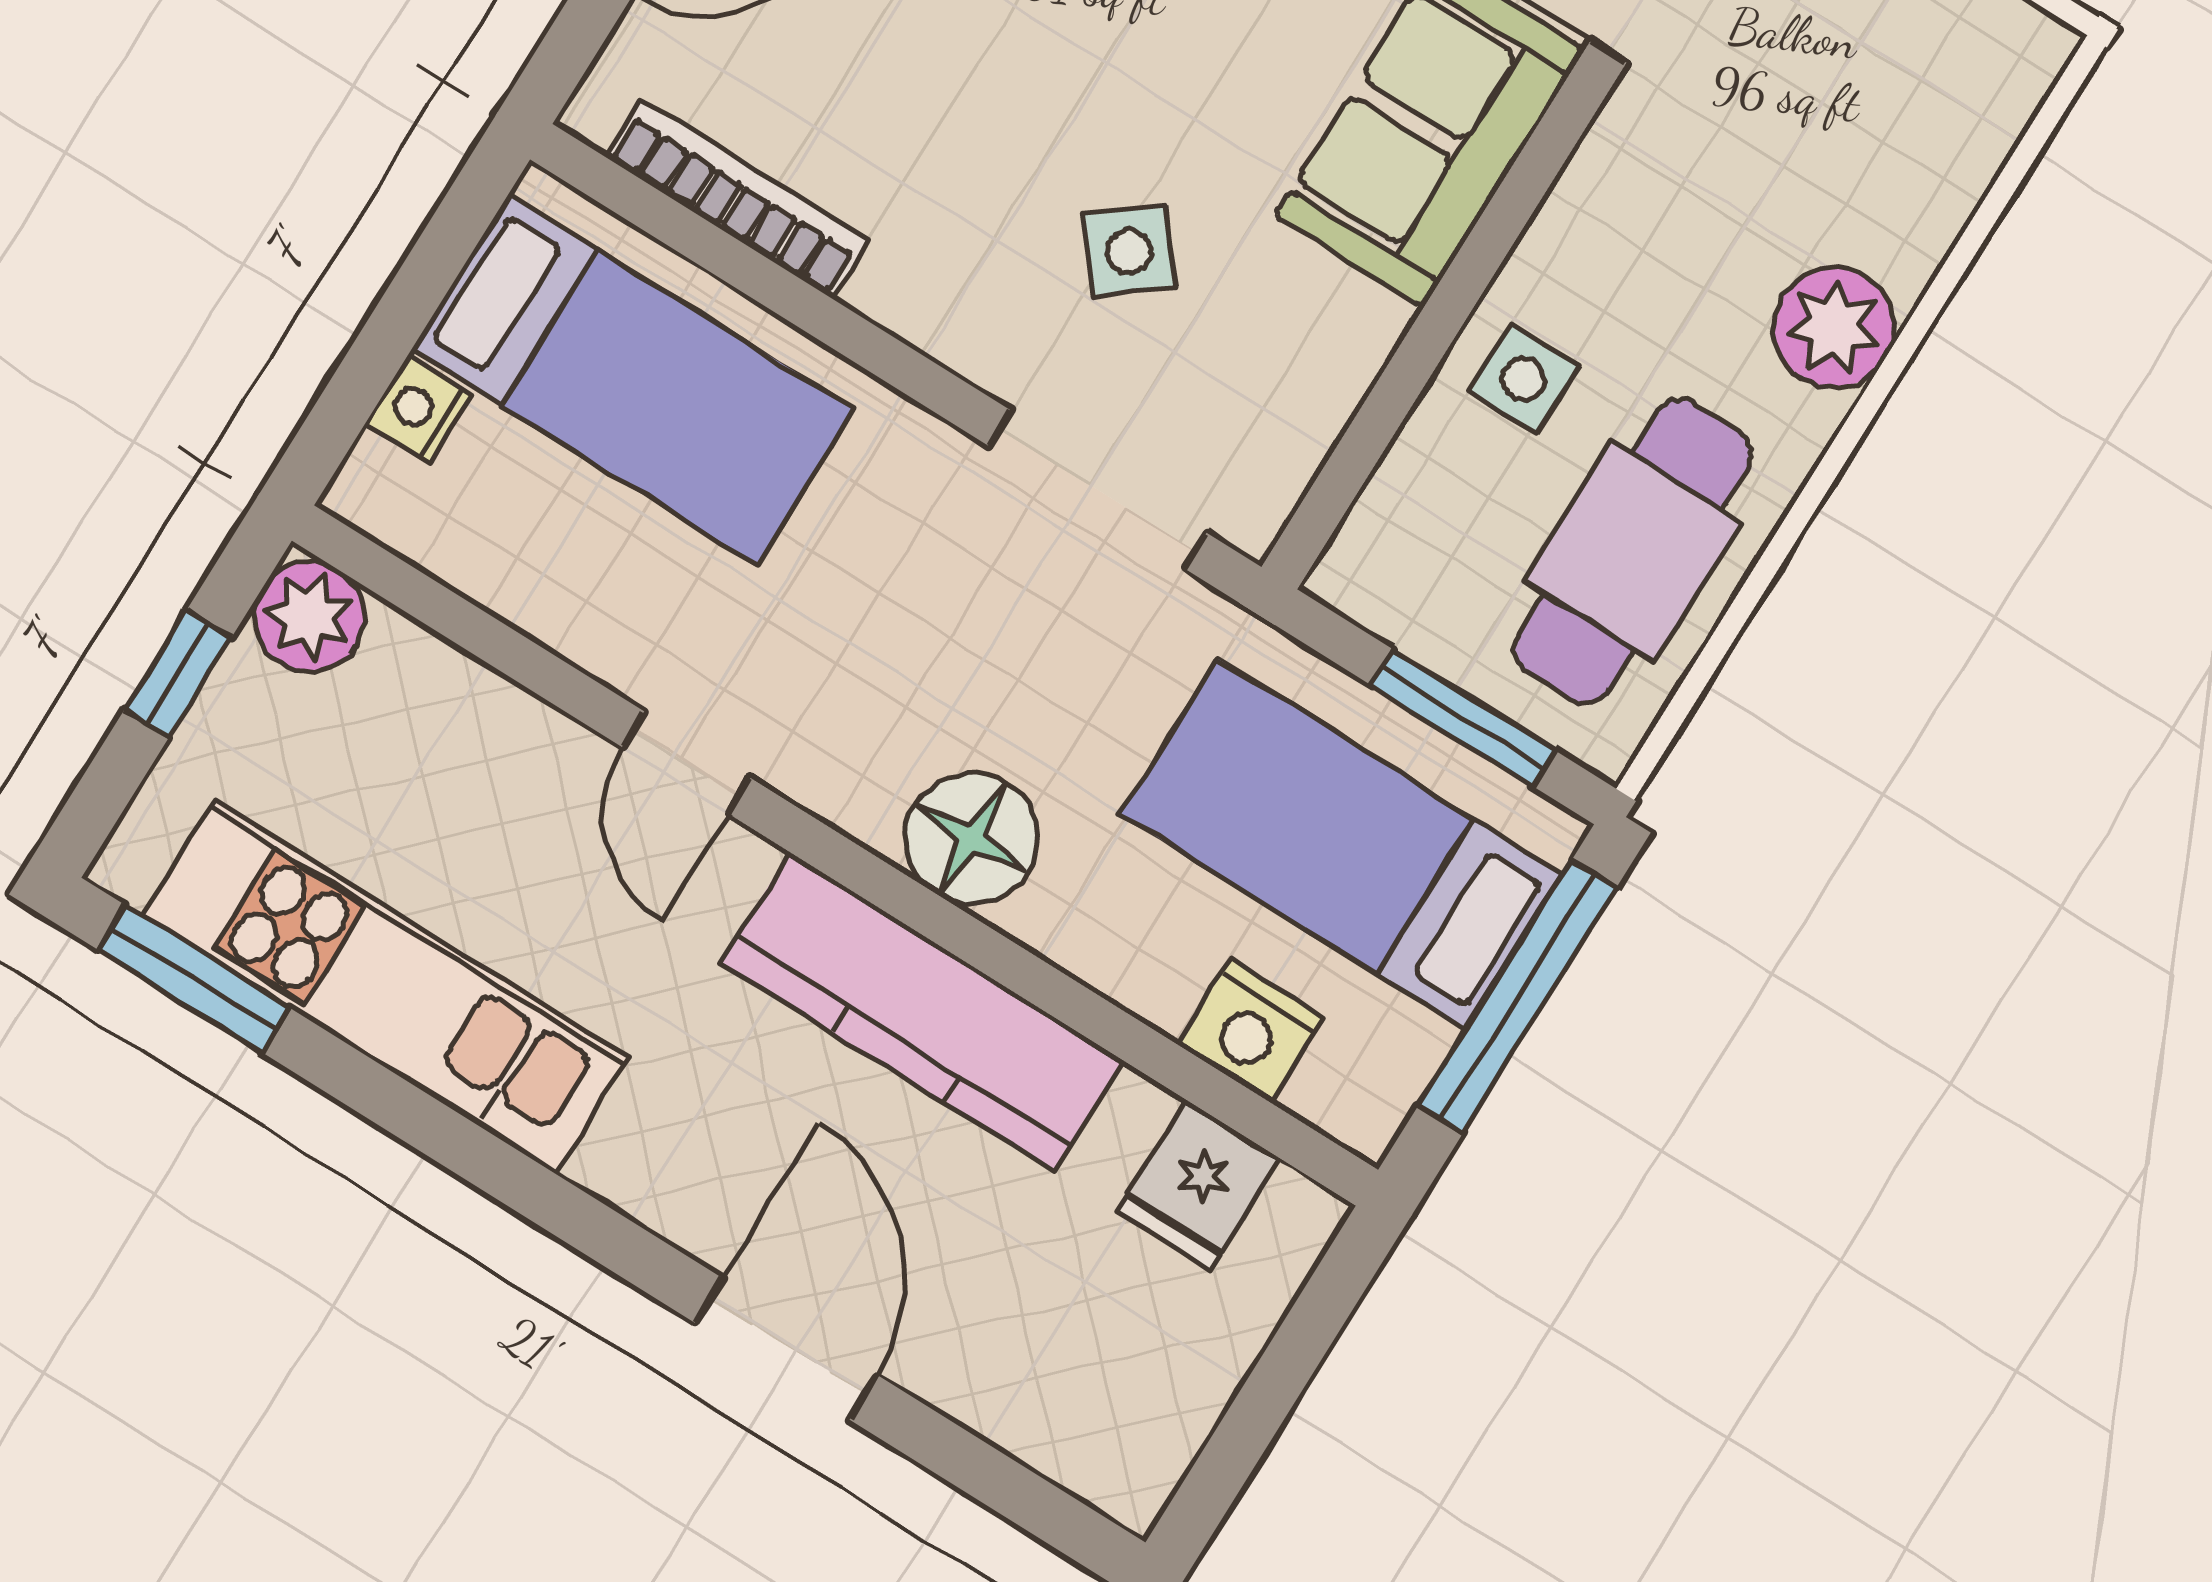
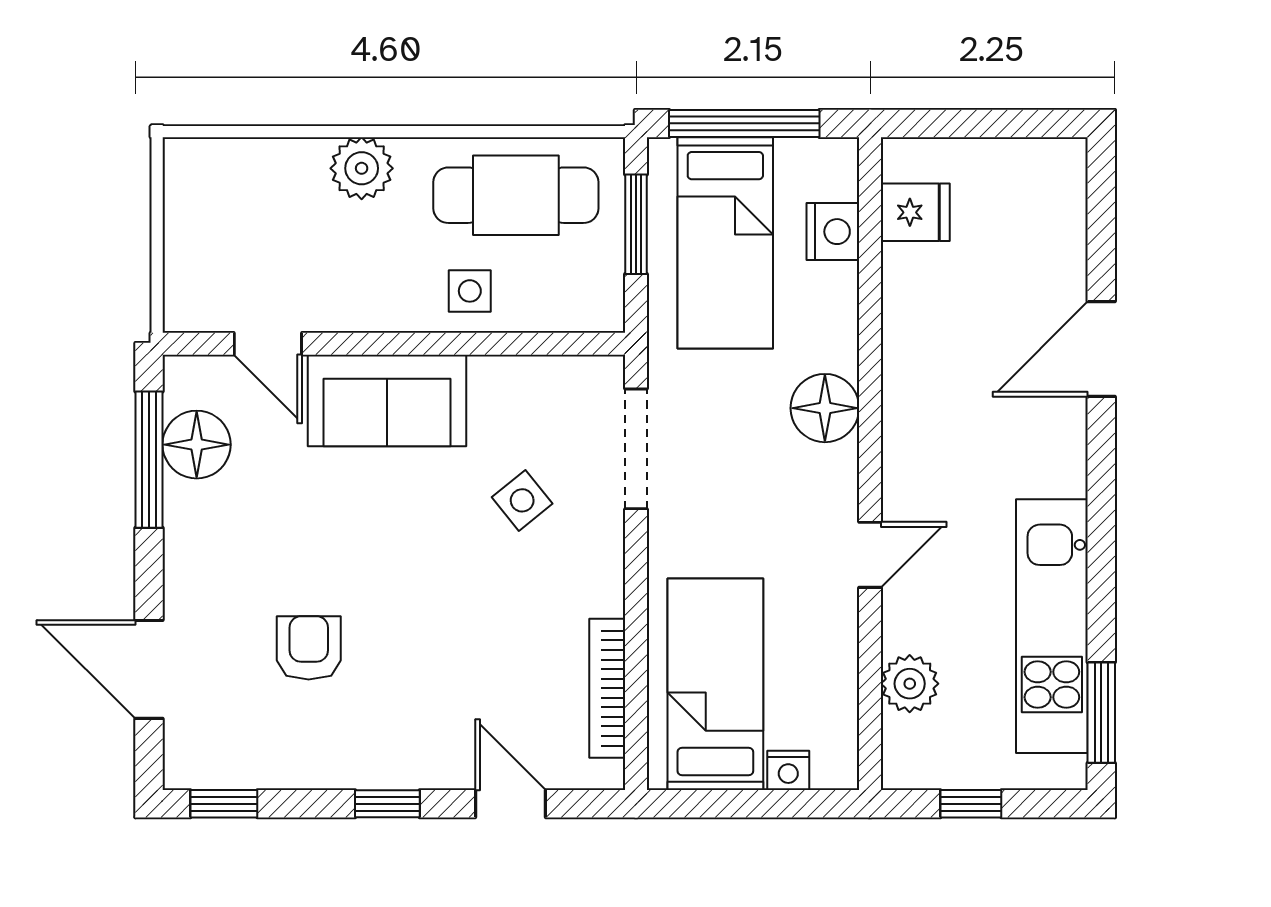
plant: (309, 617) -> (910, 684), moved
kitchen counter: (922, 1012) -> (915, 382), removed

